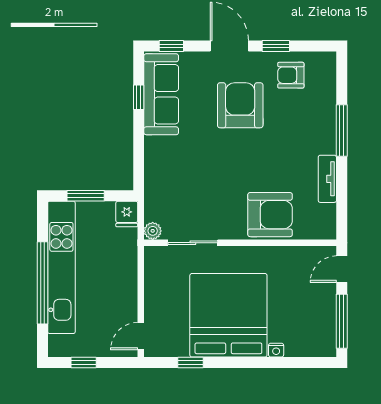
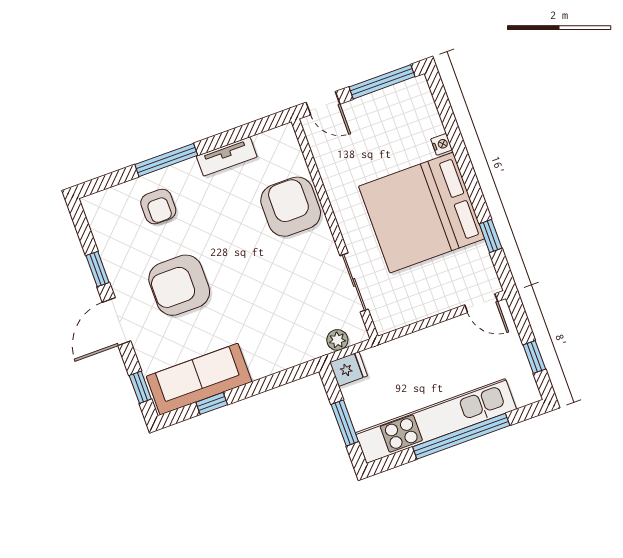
armchair: (291, 75) -> (158, 207), moved
plant: (153, 231) -> (337, 340), moved

